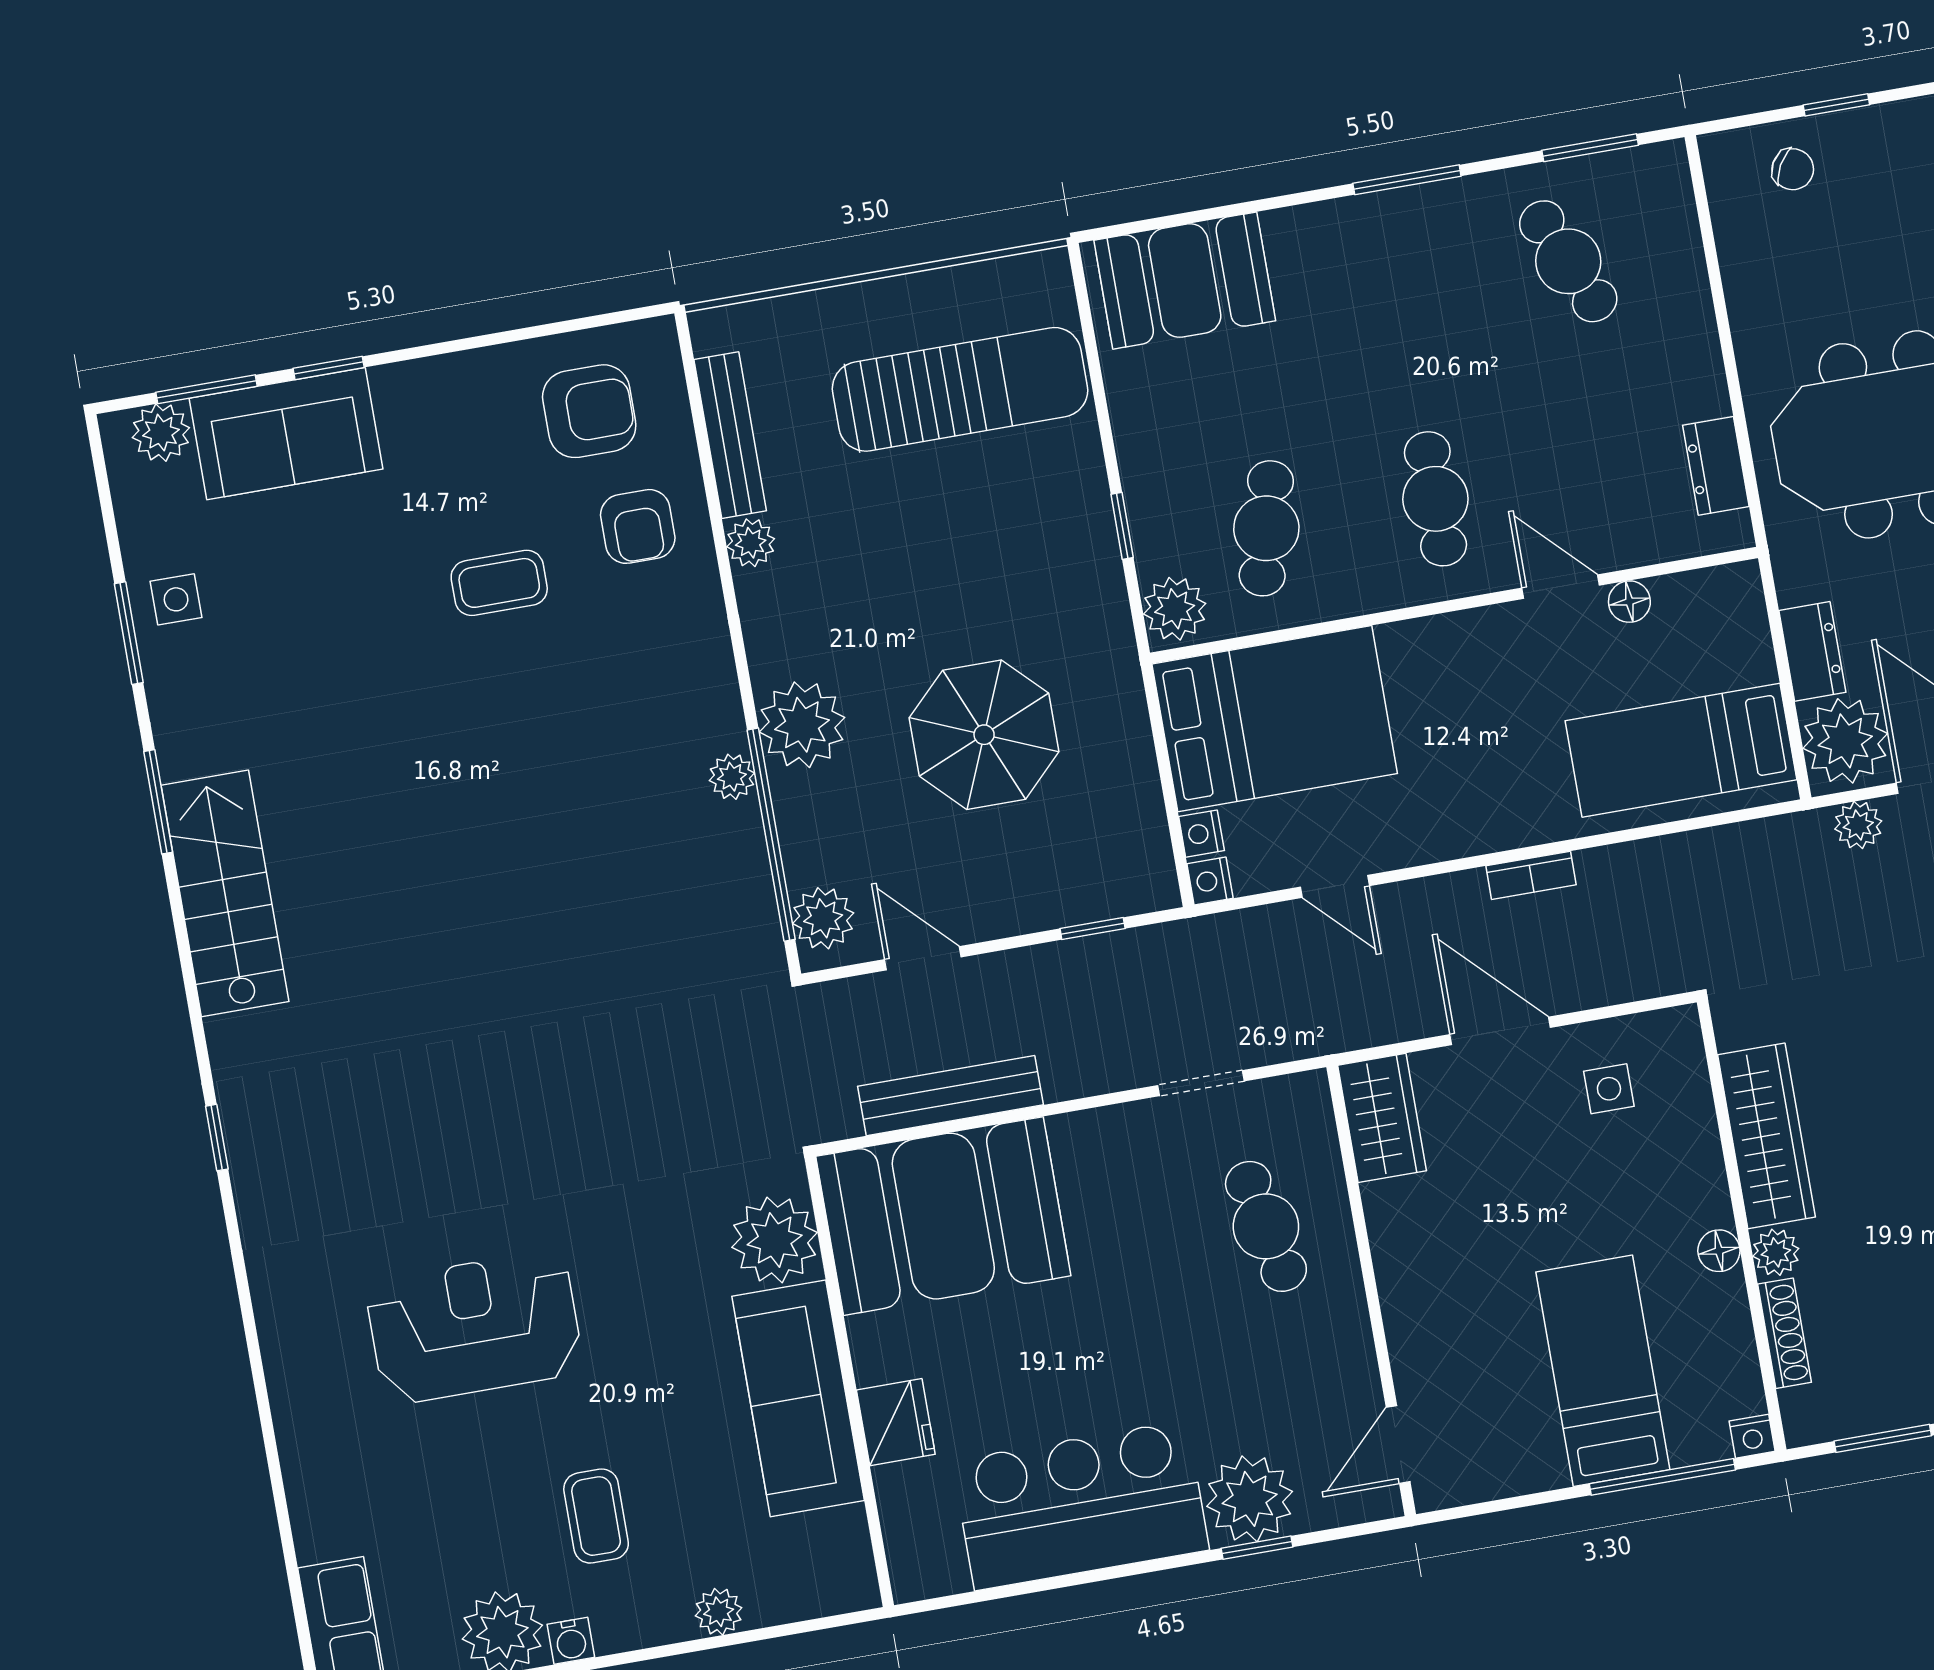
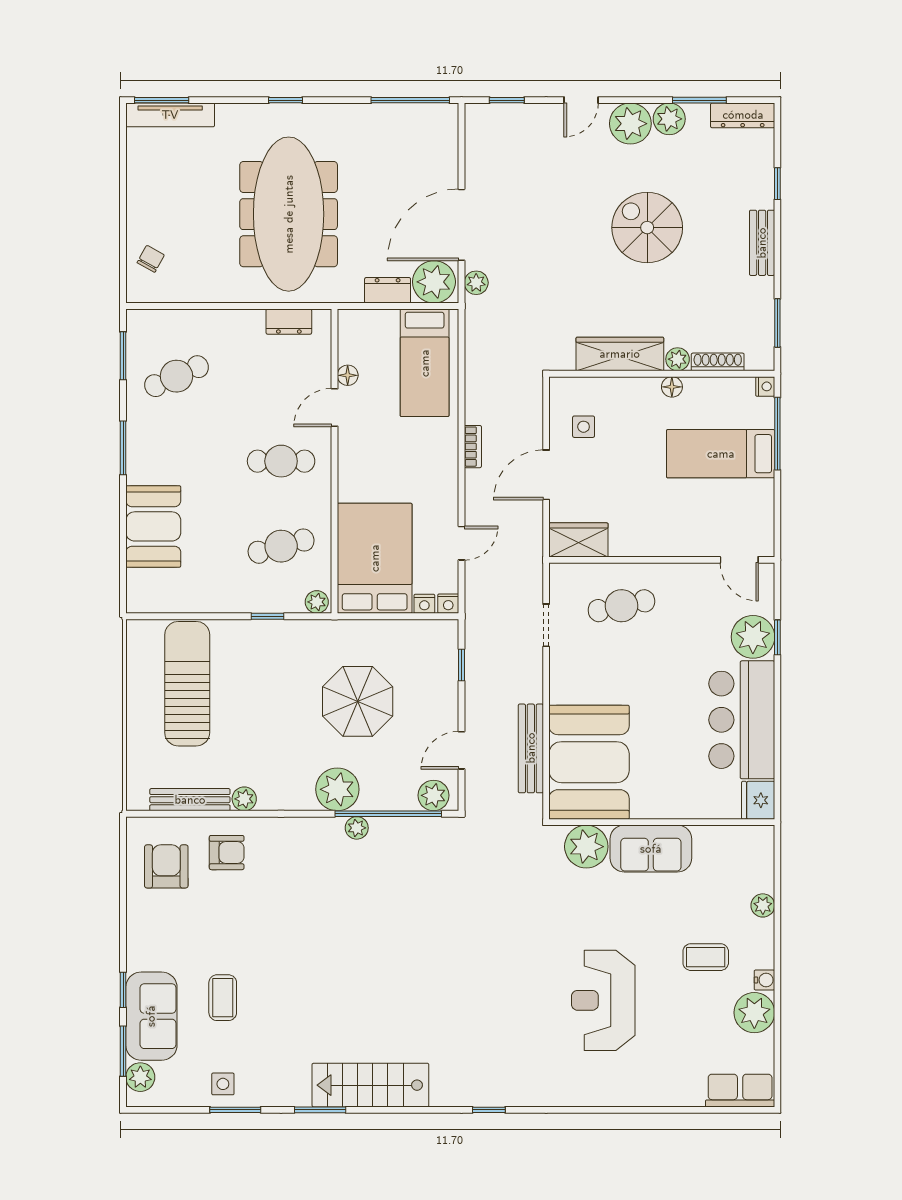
window: (1836, 105) -> (123, 232), removed
booth: (1185, 281) -> (153, 526), moved
cafe table: (1266, 528) -> (281, 546), turned -30
coffee table: (499, 583) -> (223, 998), moved
plant: (1175, 609) -> (317, 602), width x0.73, depth x0.73
sofa: (798, 1398) -> (651, 849), width x0.73
fridge: (896, 1422) -> (758, 800), moved, turned -90

